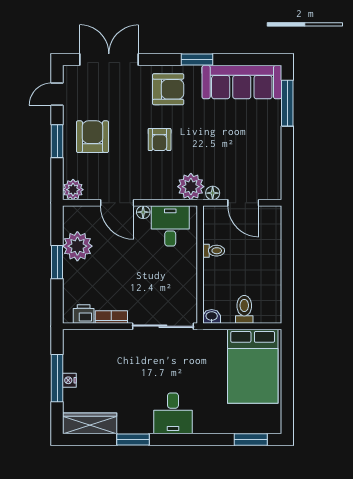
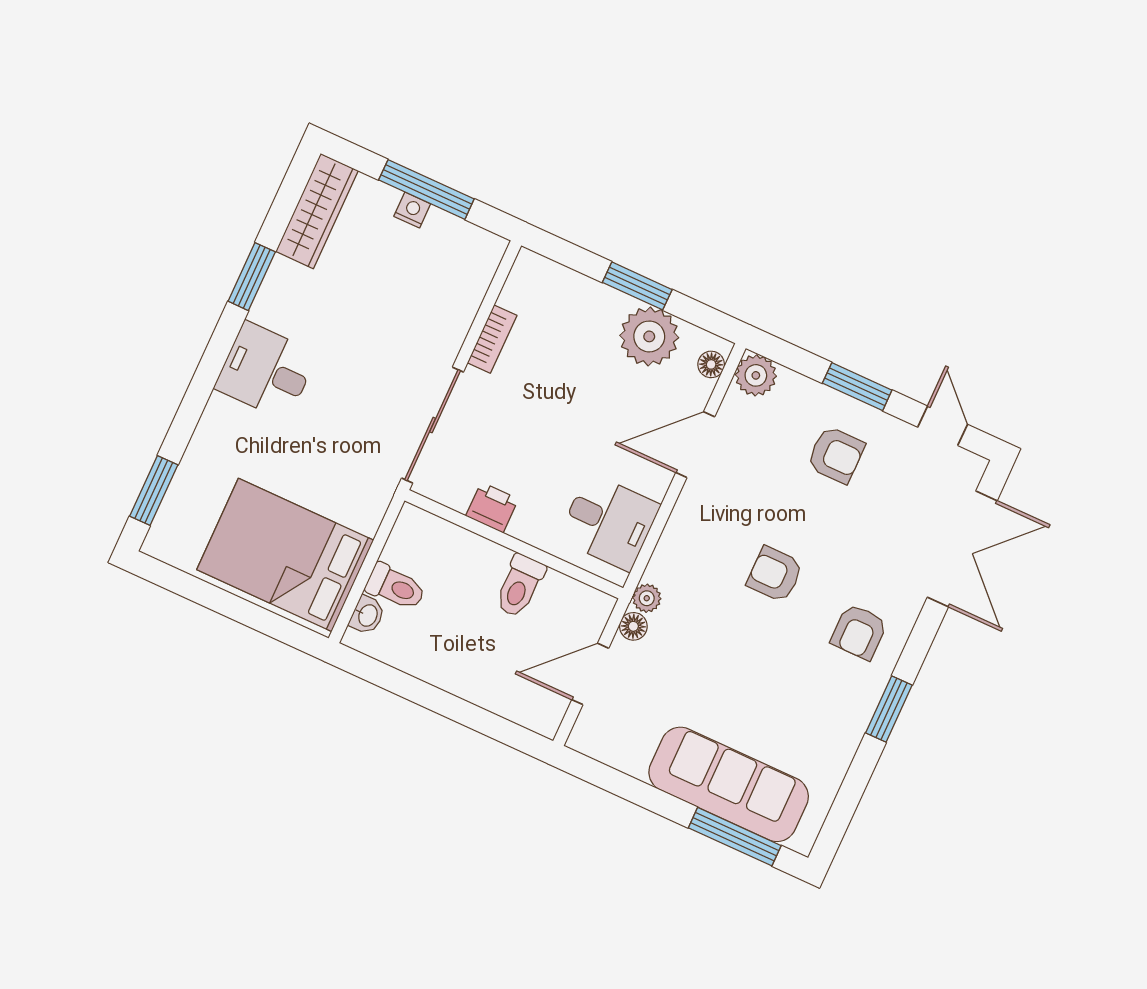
sofa: (242, 82) -> (729, 784), moved, turned 90
armchair: (168, 89) -> (859, 632), width x0.72, depth x0.72
armchair: (92, 137) -> (836, 455), width x0.72, depth x0.72
plant: (191, 187) -> (647, 598), width x0.53, depth x0.53
floor lamp: (143, 212) -> (711, 364), moved
toilet: (214, 251) -> (520, 586), width x1.37, depth x1.39
printer: (84, 314) -> (492, 507), moved, turned -90
washbasin: (212, 316) -> (367, 615), moved

